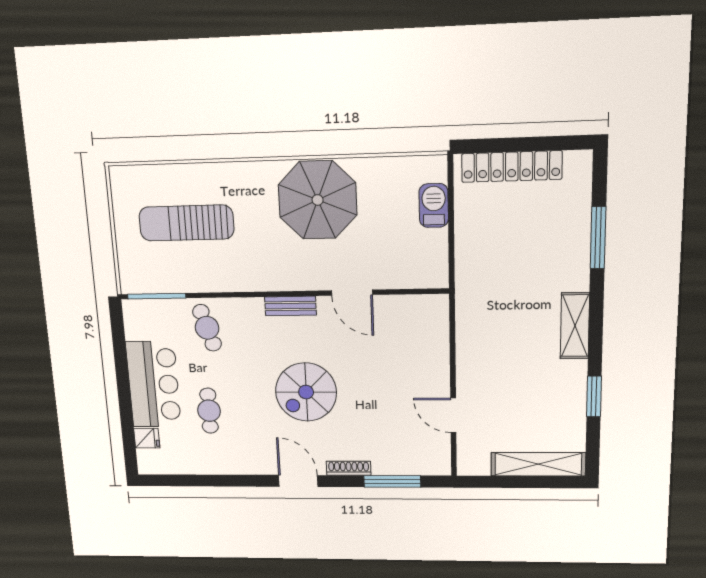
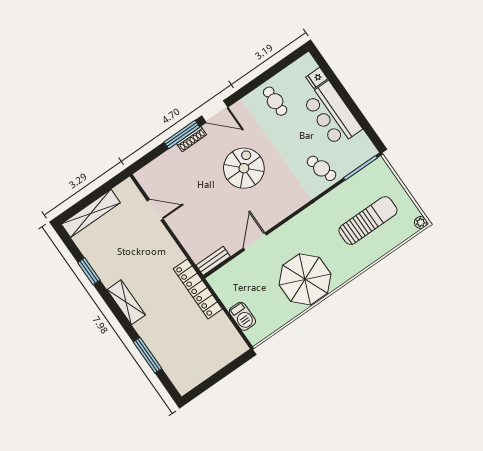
locker: (512, 167) -> (198, 289), moved, turned -90
plant: (118, 175) -> (421, 222), added
door: (352, 293) -> (255, 242), hinge flipped
bench: (290, 306) -> (213, 261), moved
cafe table: (209, 411) -> (275, 101), moved
window: (392, 481) -> (182, 134), moved

